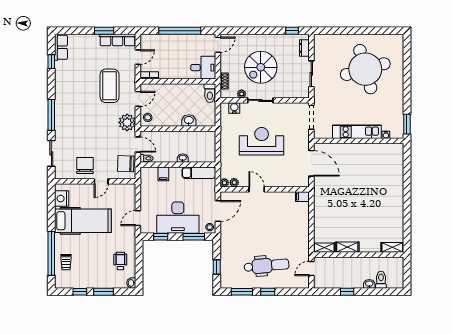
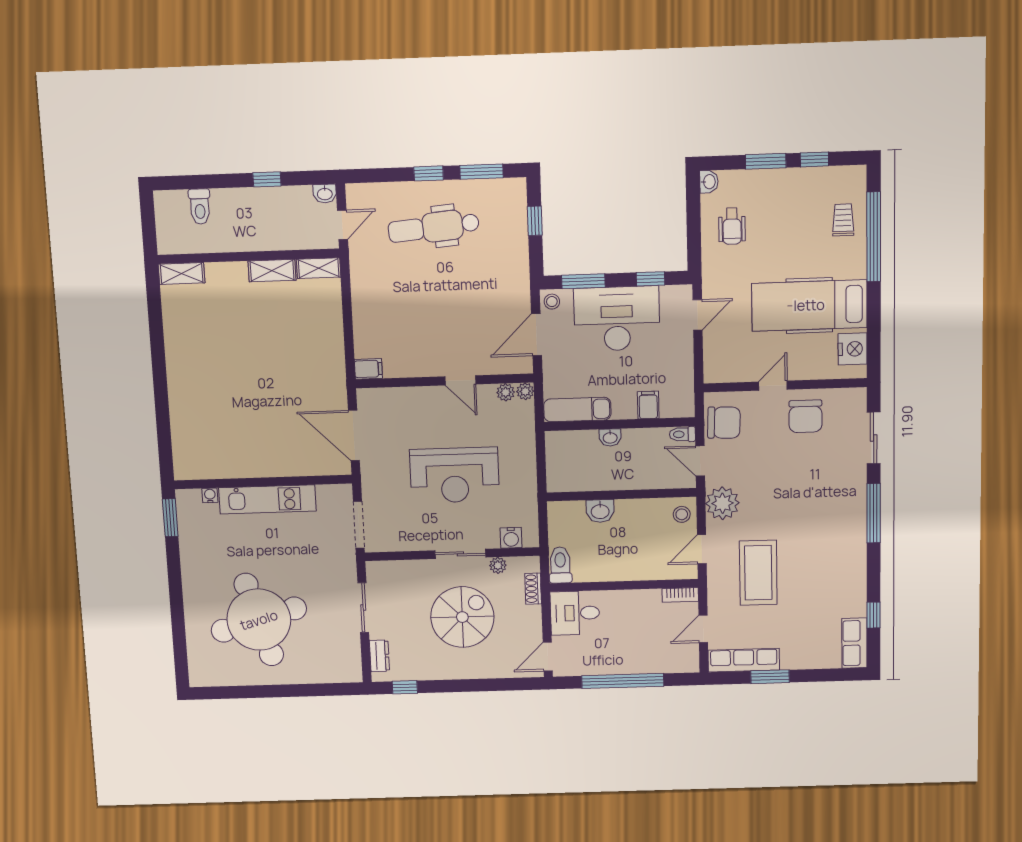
washbasin: (369, 284) -> (325, 194), moved

